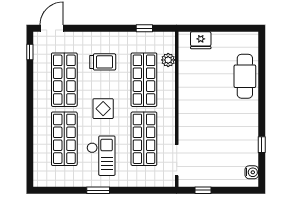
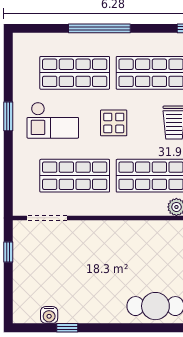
window: (30, 120) -> (99, 28), added
water cooler: (252, 172) -> (49, 315), moved

